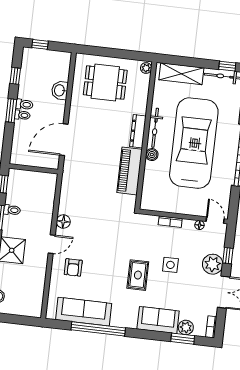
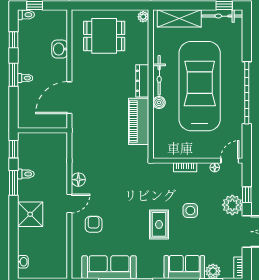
toilet: (24, 104) -> (26, 15), moved
door: (215, 220) -> (230, 161), hinge flipped
armchair: (73, 267) -> (94, 224), turned 180

